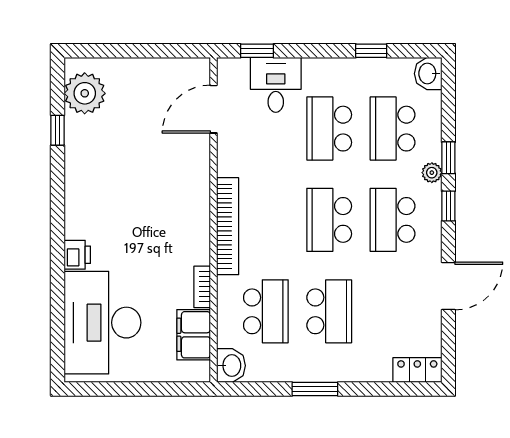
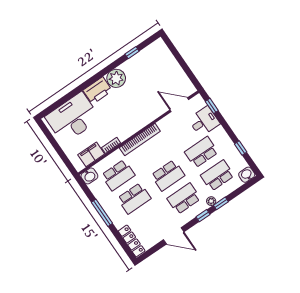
plant: (85, 93) -> (116, 78), moved
school desk: (329, 220) -> (168, 175), turned 180
printer: (77, 255) -> (98, 91), width x1.87, depth x1.48
locker: (417, 370) -> (132, 241), width x1.53
window: (315, 389) -> (102, 213), width x1.44

